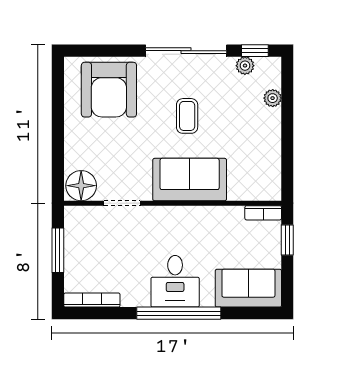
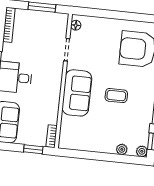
plant: (245, 66) -> (142, 151), moved
floor lamp: (81, 186) -> (76, 25), width x0.53, depth x0.53

